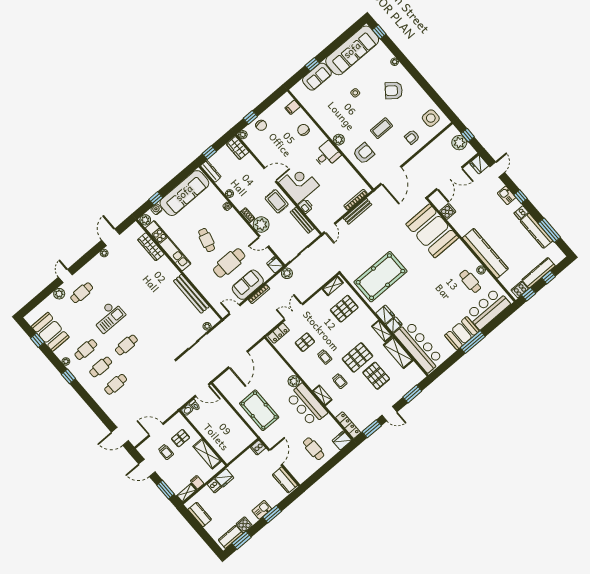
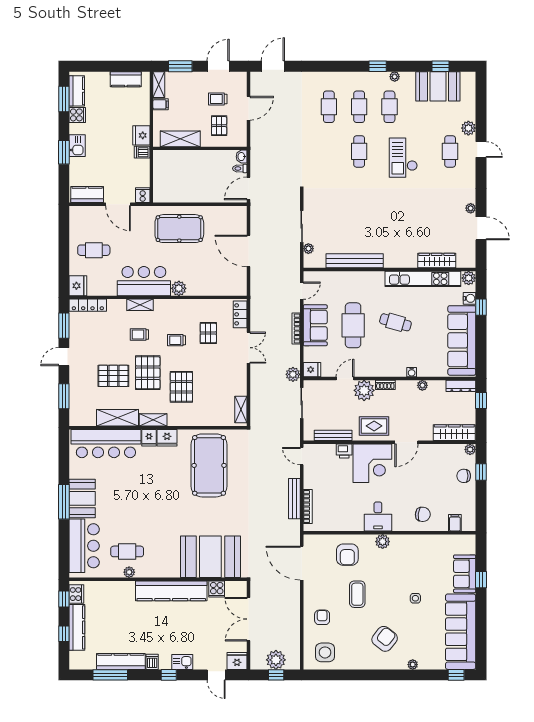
wardrobe: (238, 148) -> (454, 433), width x1.50
kitchen counter: (485, 253) -> (171, 591), moved
pallet: (344, 309) -> (181, 387), moved
dishwasher: (214, 486) -> (142, 152), moved

